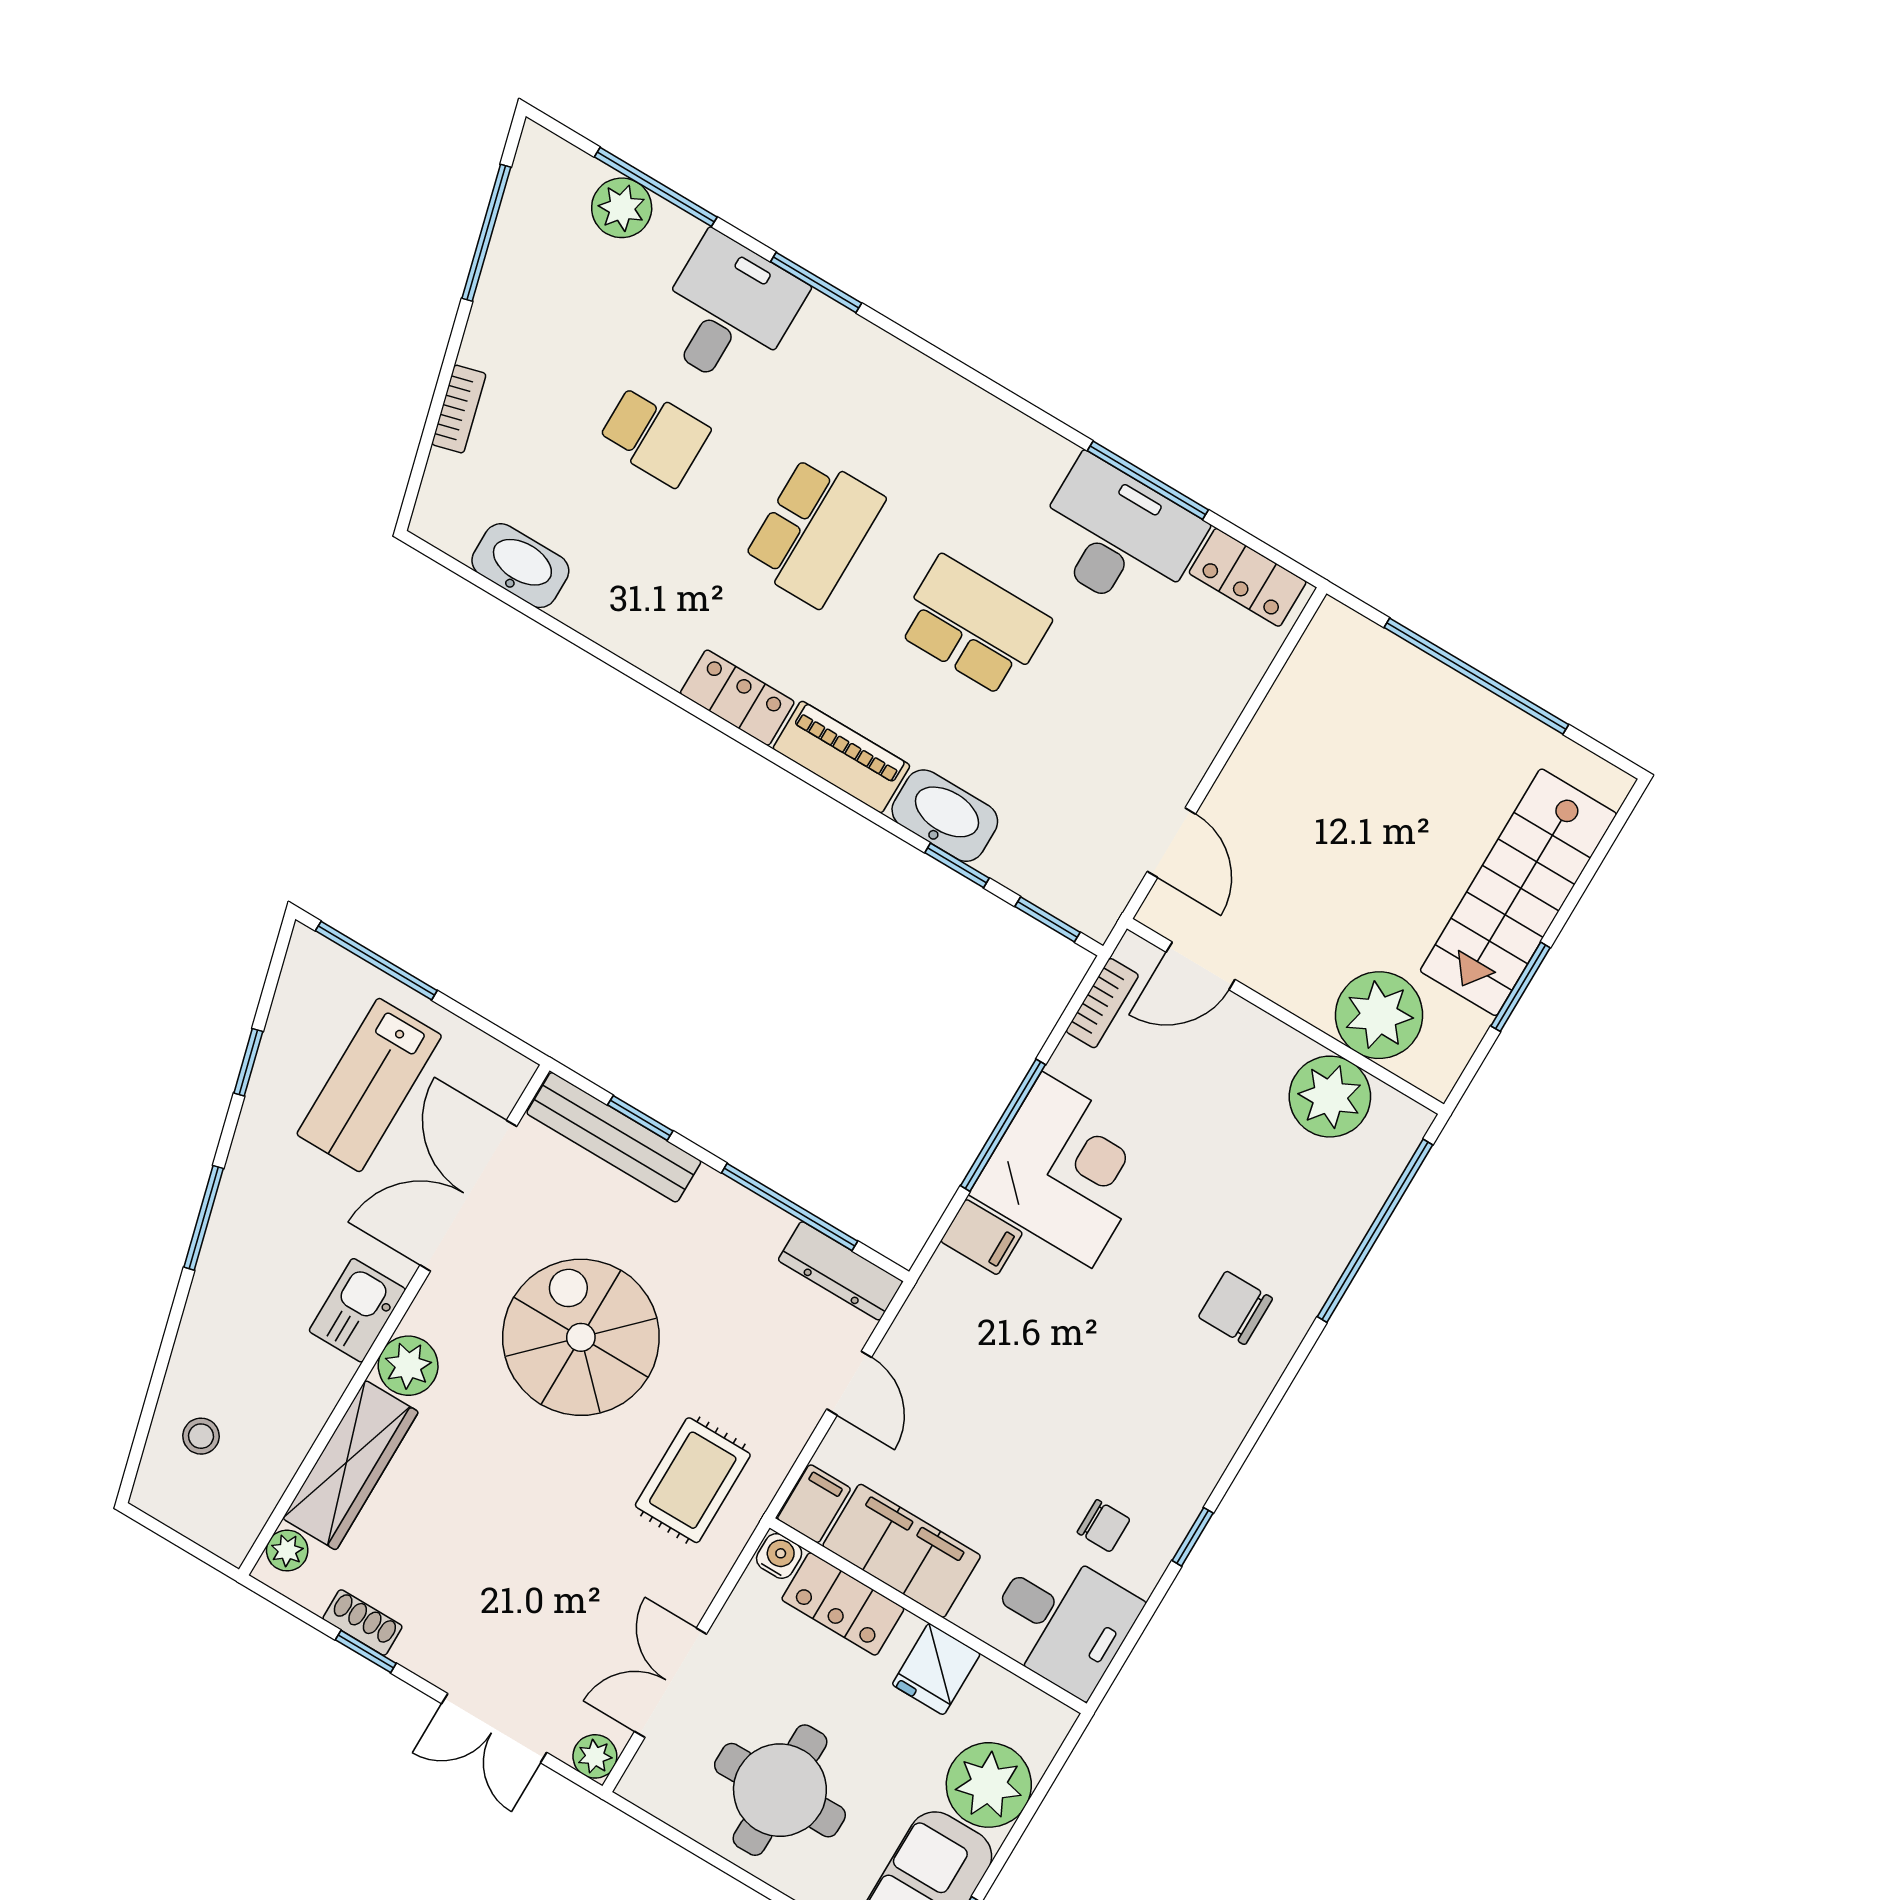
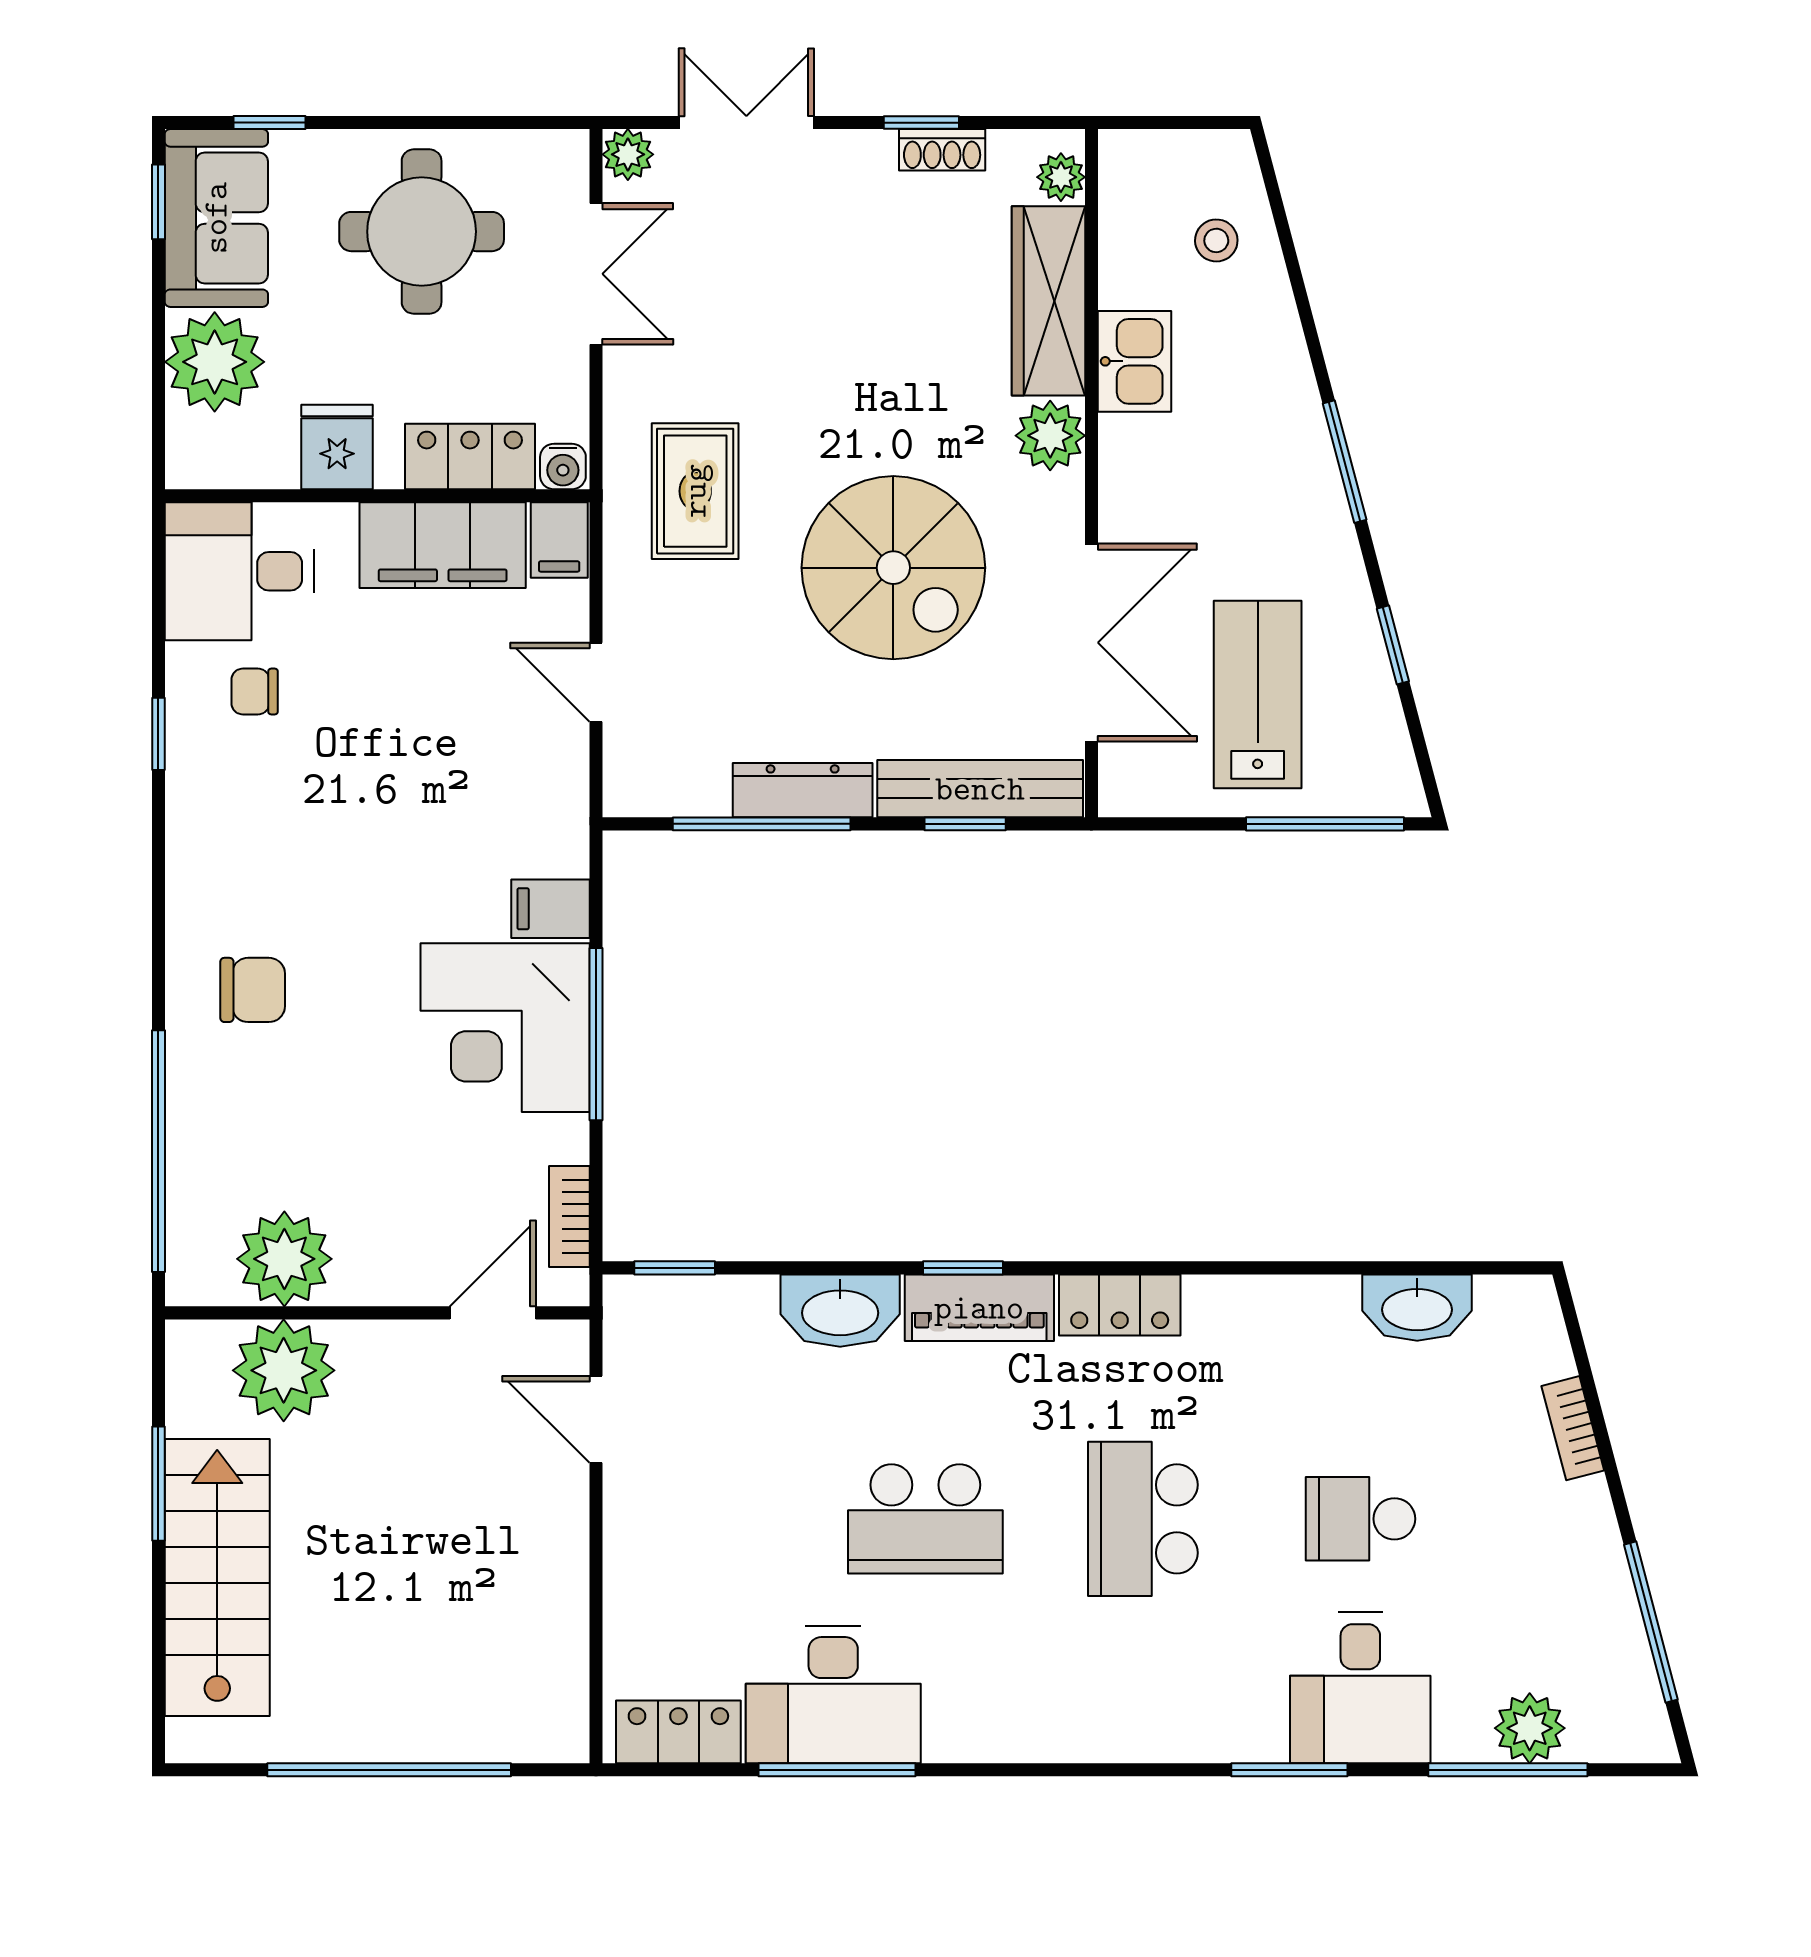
window: (957, 865) -> (963, 1268), moved
dresser: (840, 1271) -> (803, 790), moved
kitchen sink: (357, 1310) -> (1135, 361), moved

